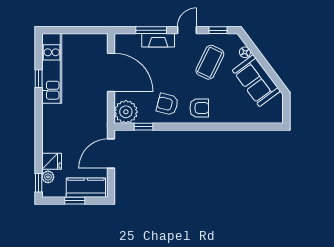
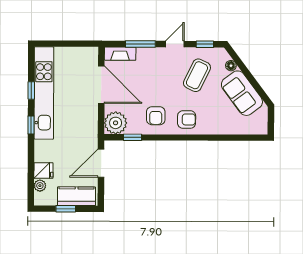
fireplace: (158, 40) -> (120, 54), moved
kitchen unit: (52, 68) -> (44, 93), width x1.36
armchair: (167, 104) -> (156, 116), turned -104
window: (39, 183) -> (31, 125), moved

